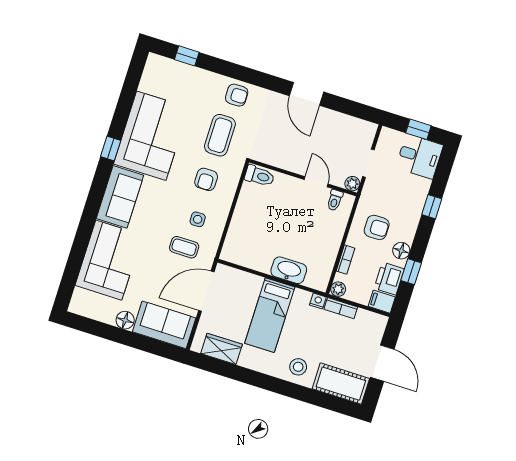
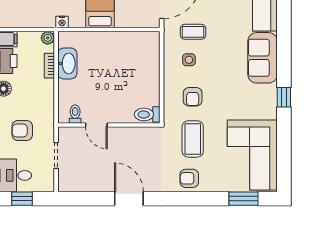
window: (187, 56) -> (243, 199), width x1.50
corner sofa: (151, 136) -> (252, 155), moved
armchair: (206, 179) -> (193, 97), turned 180
plant: (352, 184) -> (64, 133), removed
armchair: (377, 227) -> (22, 130), moved
washbasin: (289, 270) -> (67, 63), moved, turned -90
bookcase: (341, 308) -> (40, 22), removed

